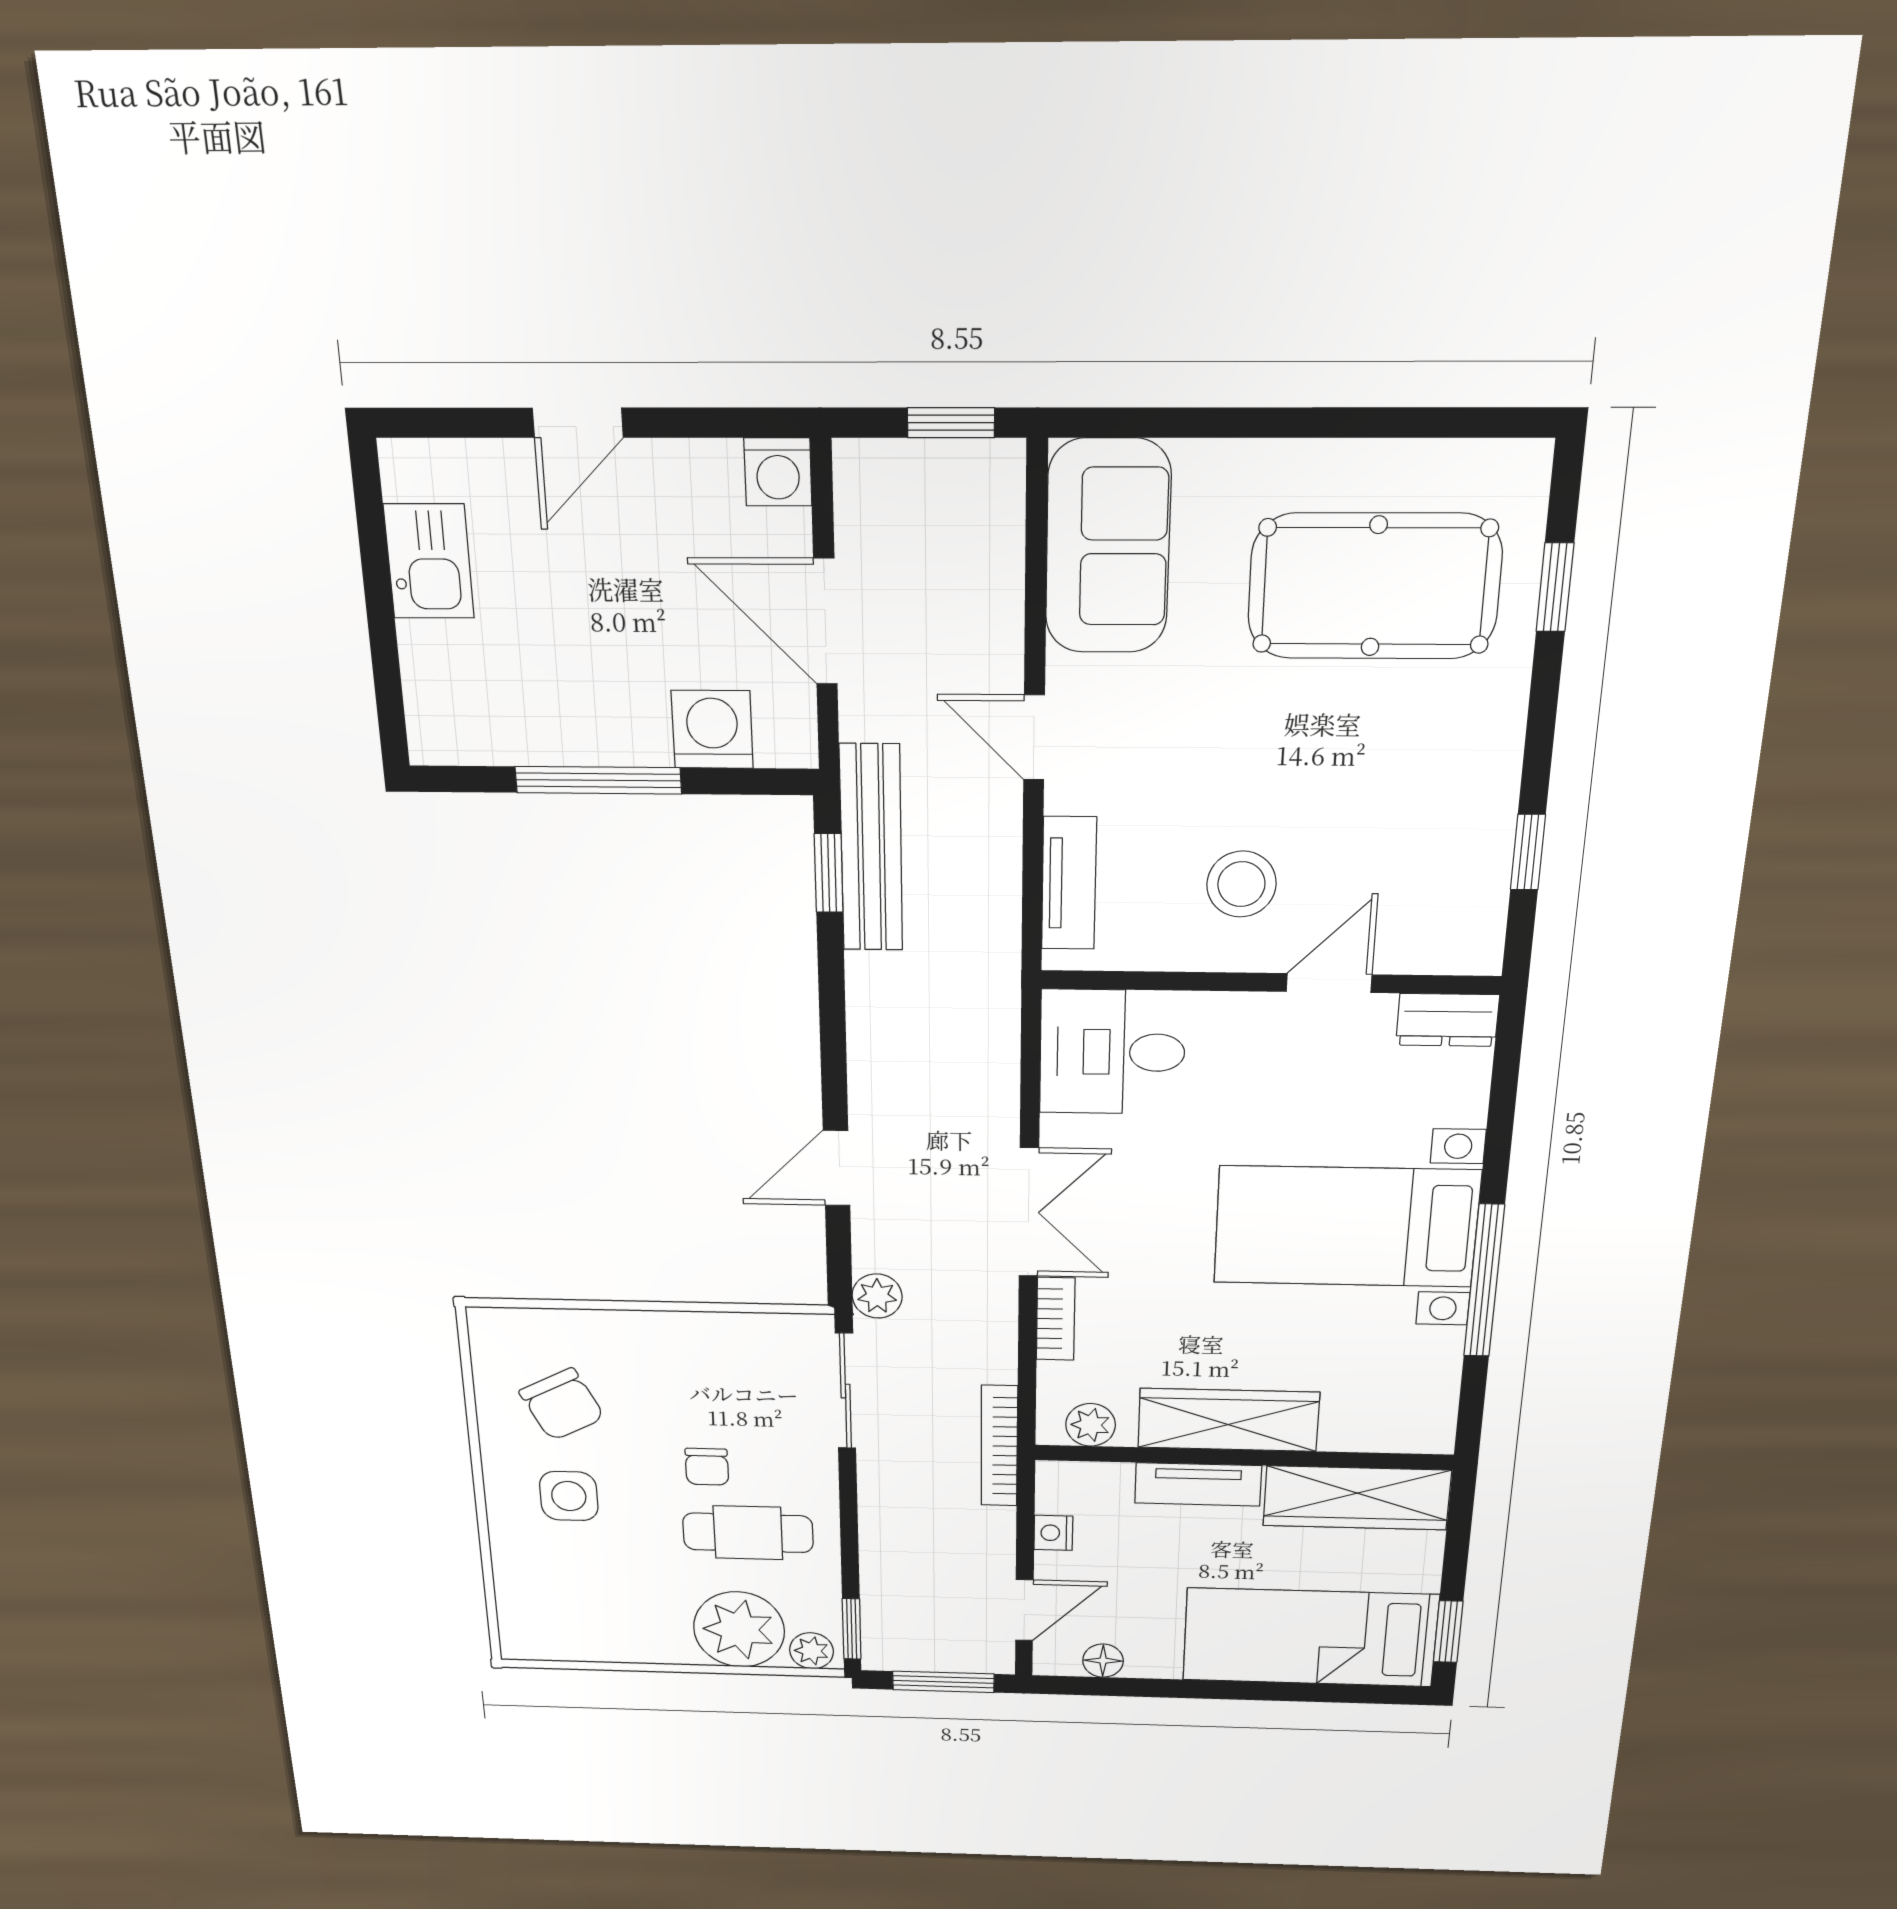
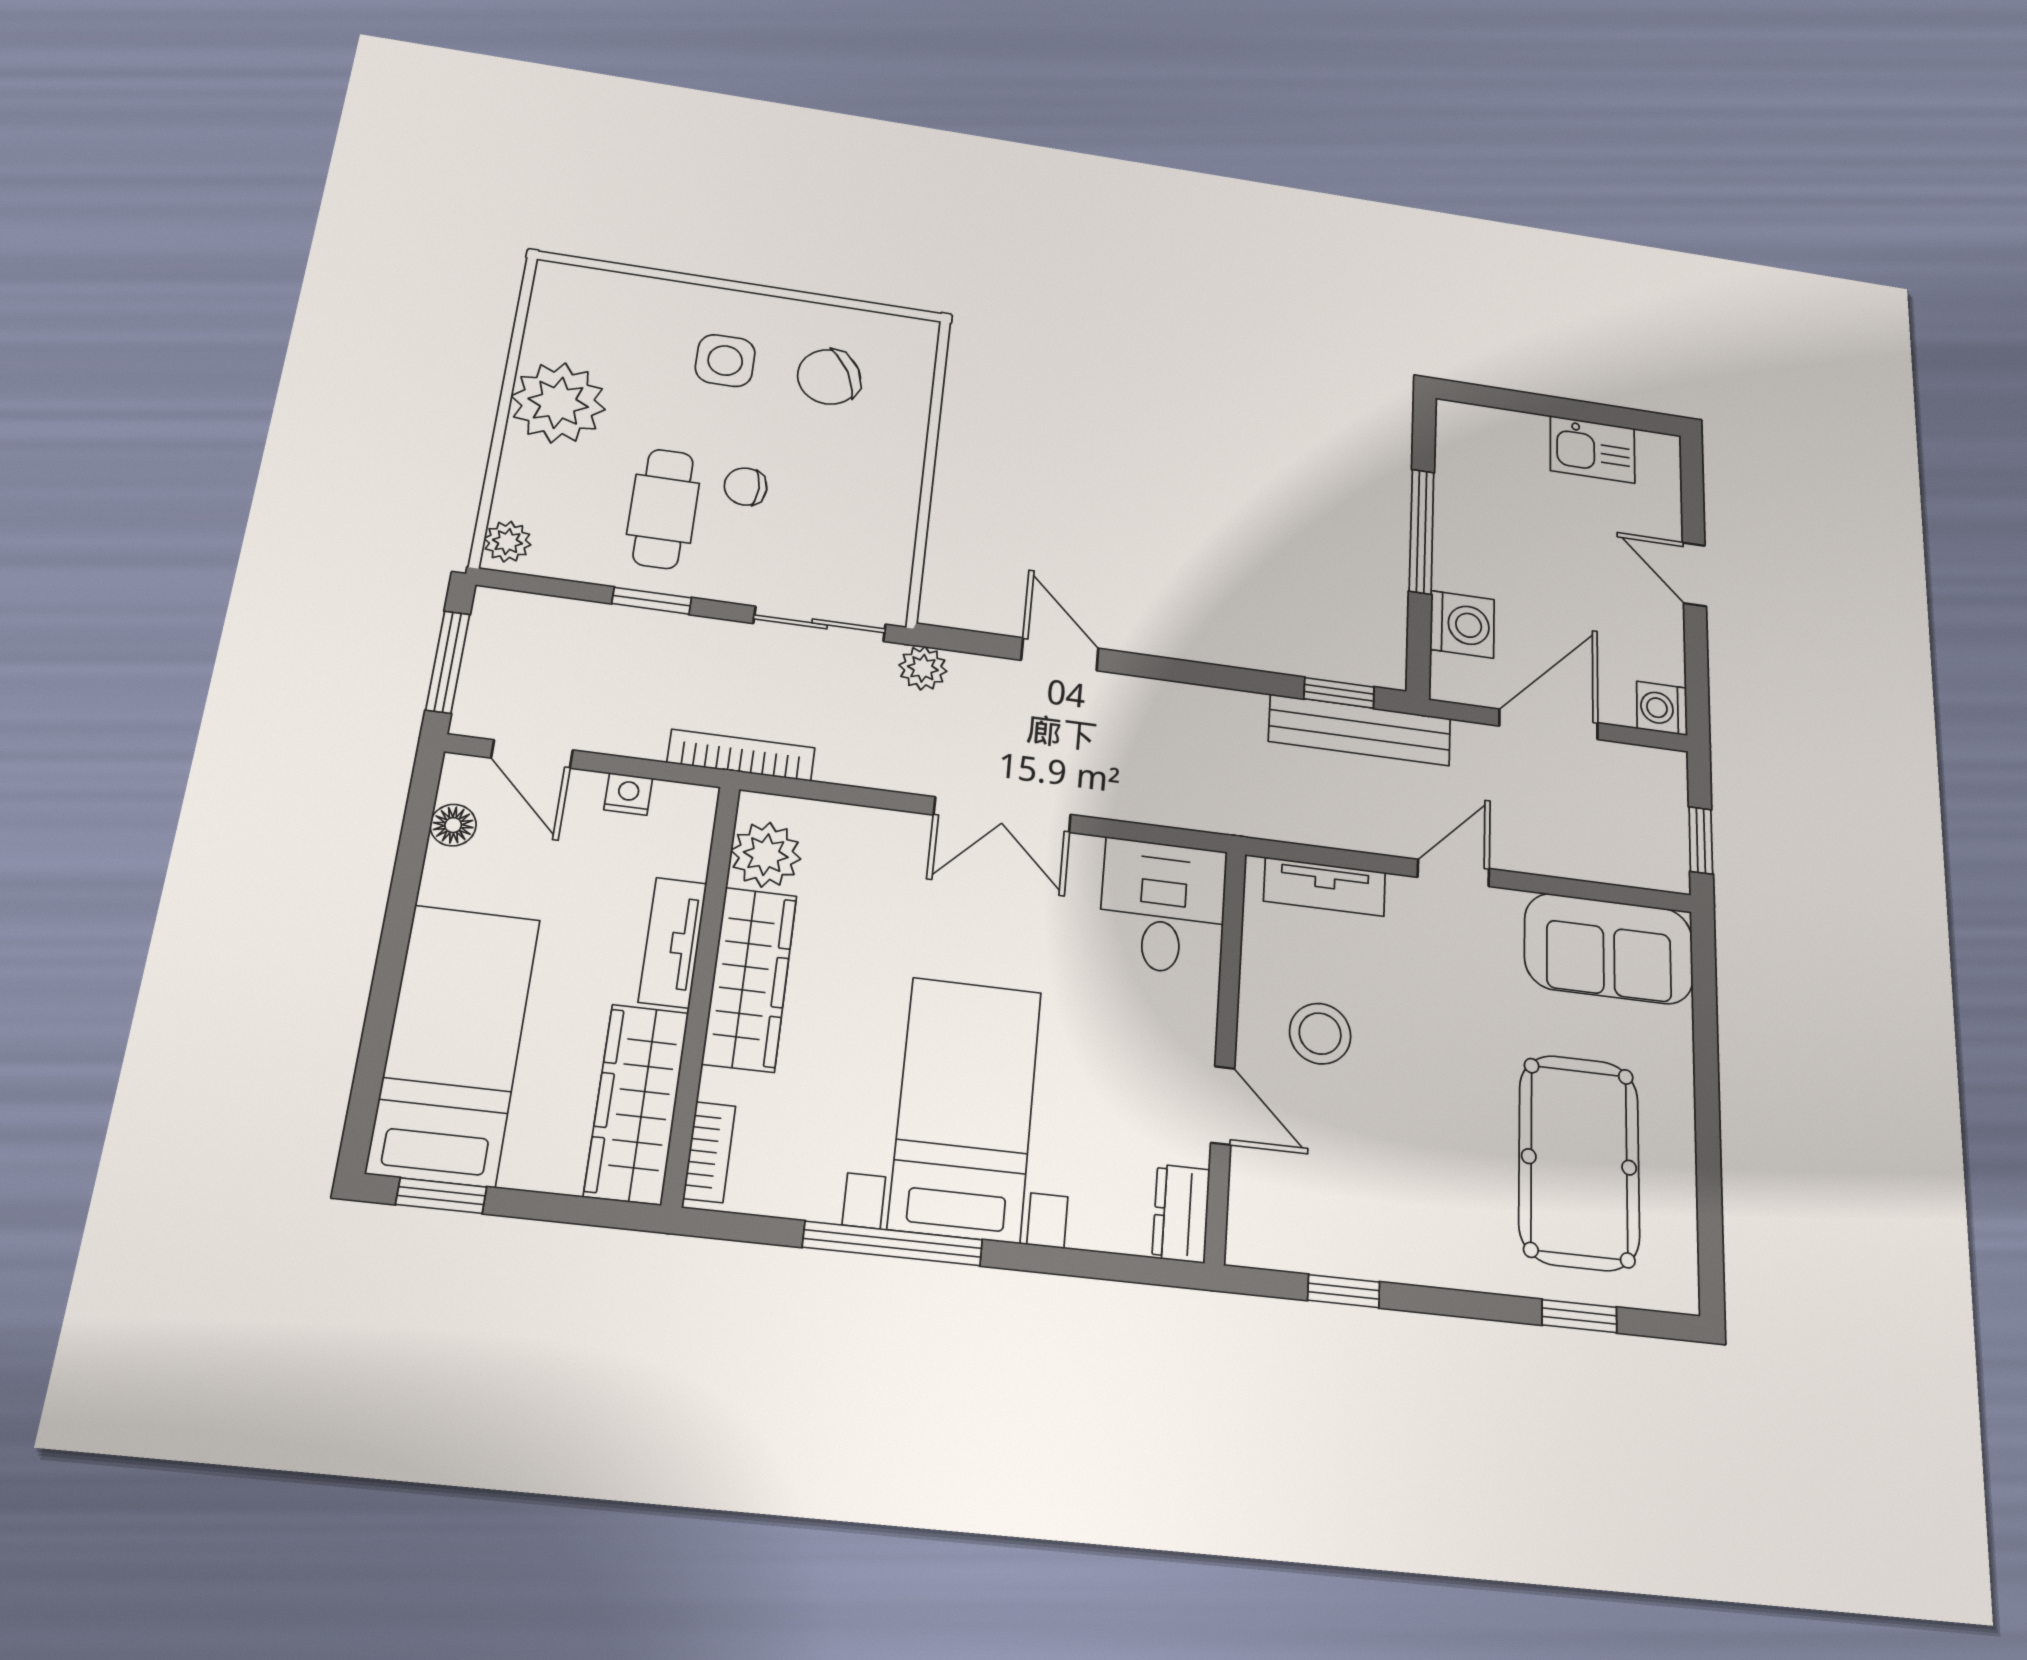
bookcase: (1056, 1319) -> (709, 1152), moved, turned -90
plant: (1091, 1425) -> (766, 855), width x1.38, depth x1.38
plant: (739, 1629) -> (558, 403), moved
window: (852, 1629) -> (652, 601), moved

